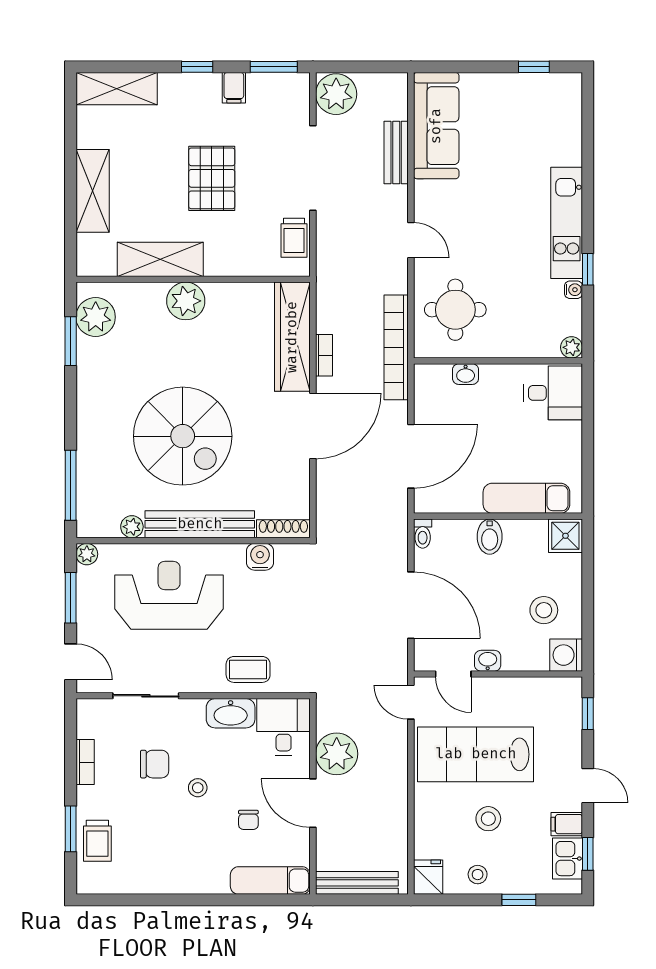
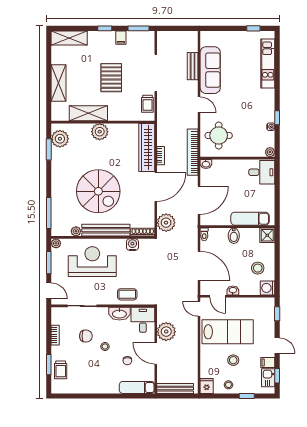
plant: (336, 94) -> (166, 223), moved
sofa: (436, 126) -> (210, 70), moved
kitchen unit: (567, 223) -> (268, 63), moved
washbasin: (466, 374) -> (206, 164), moved
lab bench: (476, 754) -> (228, 332), turned 180

